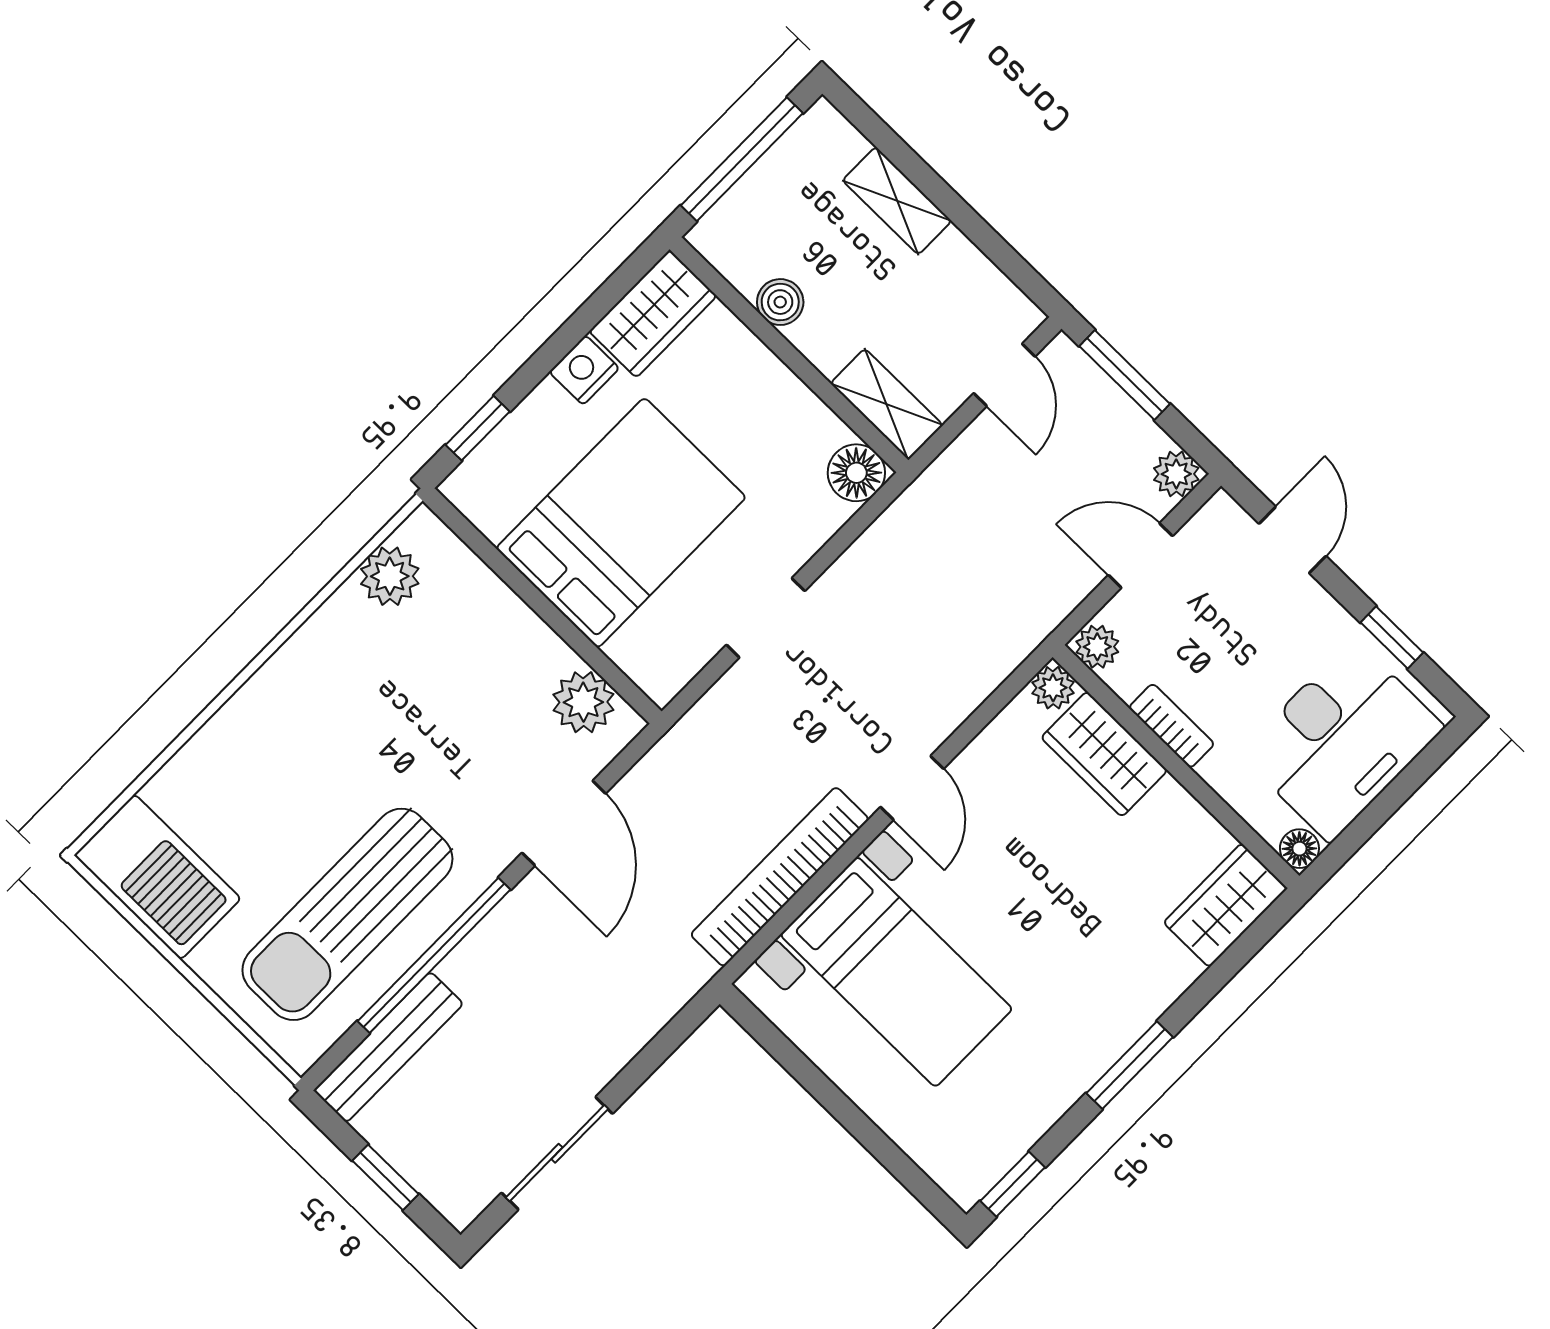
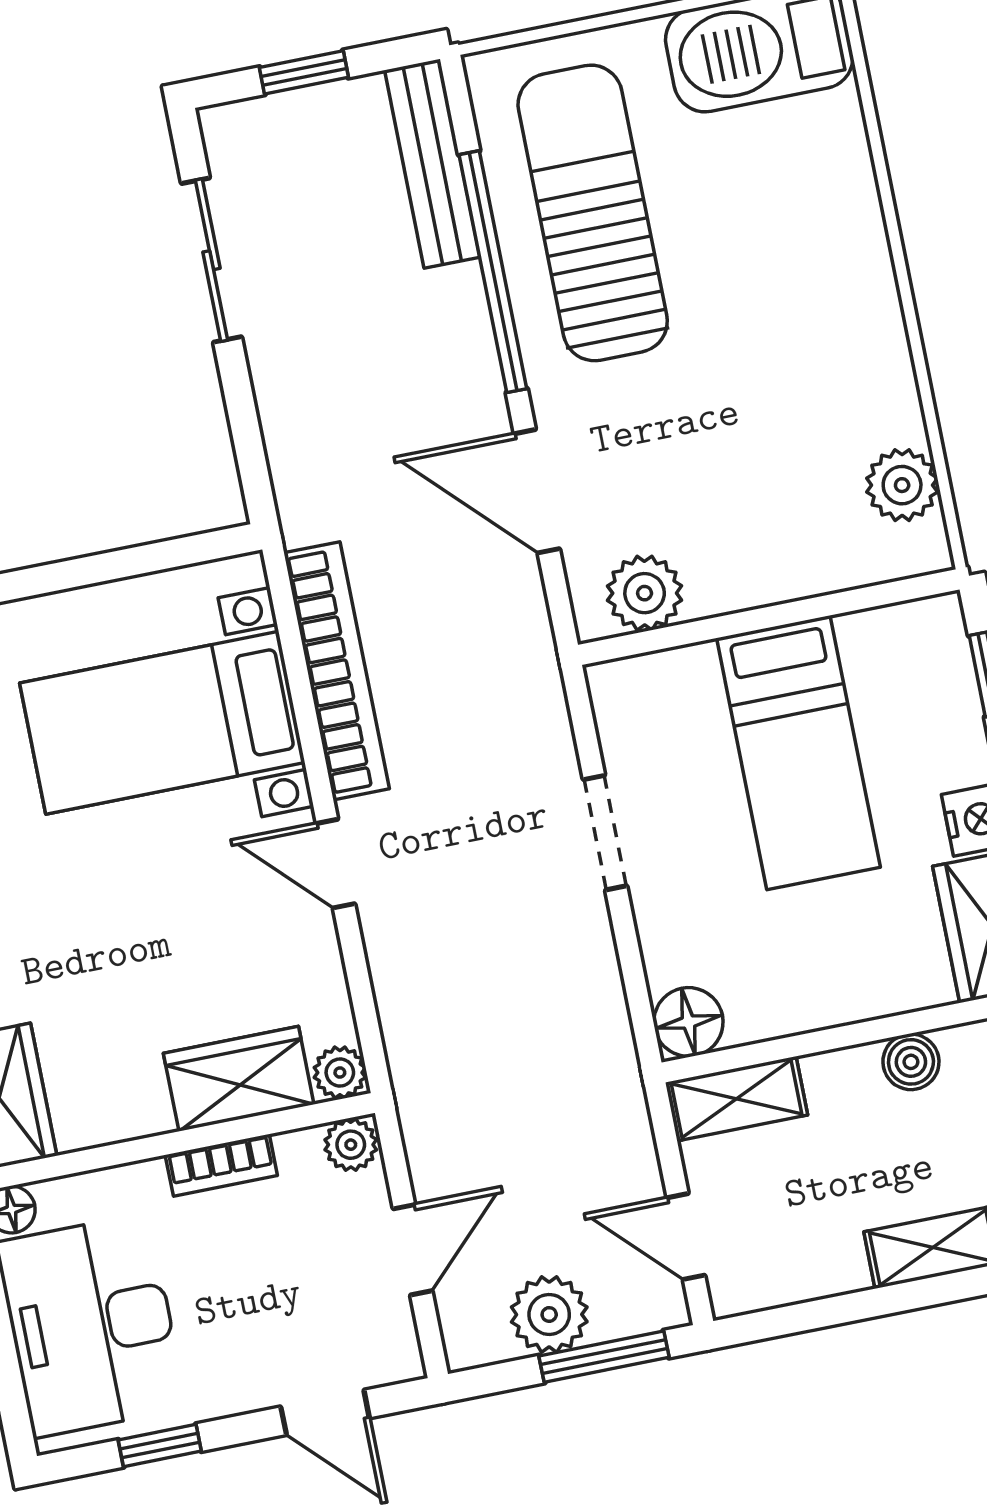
plant: (1176, 474) -> (549, 1314), moved, width x1.38, depth x1.38
bed: (621, 523) -> (798, 753), width x0.67

